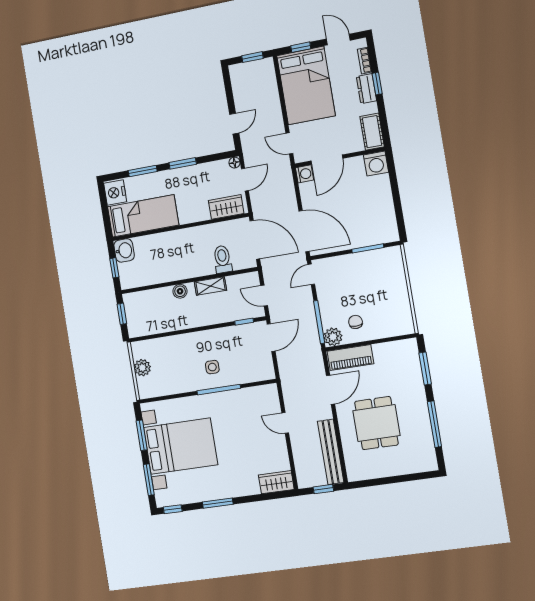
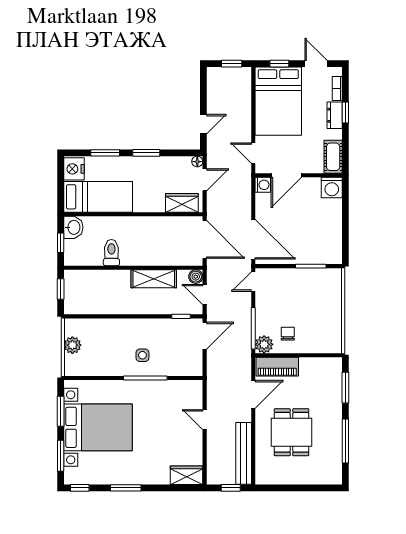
toilet: (222, 259) -> (111, 253), moved
shelving: (210, 286) -> (154, 279), width x1.50, depth x1.33
boiler: (180, 291) -> (196, 277), moved

